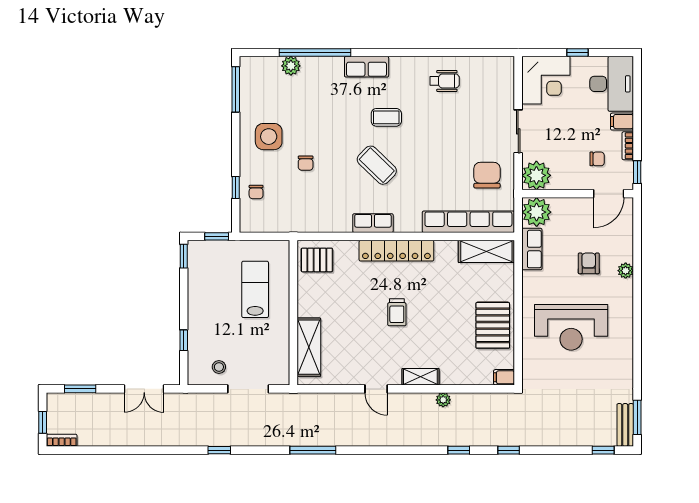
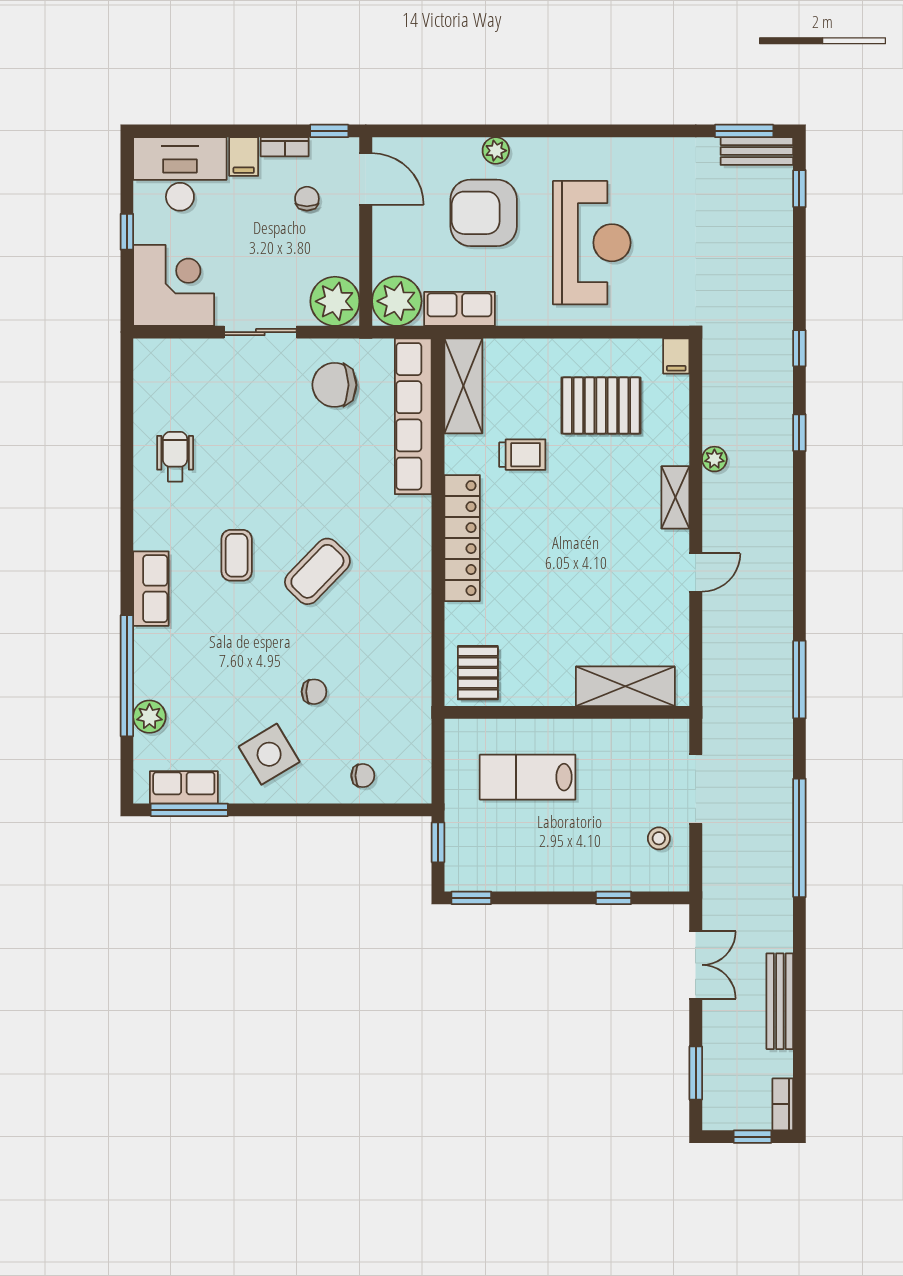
side table: (269, 137) -> (269, 754), turned -31
window: (236, 188) -> (355, 810), removed
row of seats: (373, 223) -> (184, 787), moved, turned 90
armchair: (589, 263) -> (484, 213), width x1.88, depth x1.88
trolley: (397, 312) -> (522, 455), moved
pallet: (493, 325) -> (601, 406), moved
bench: (123, 438) -> (780, 1001), added
window: (219, 450) -> (799, 838), width x3.17

